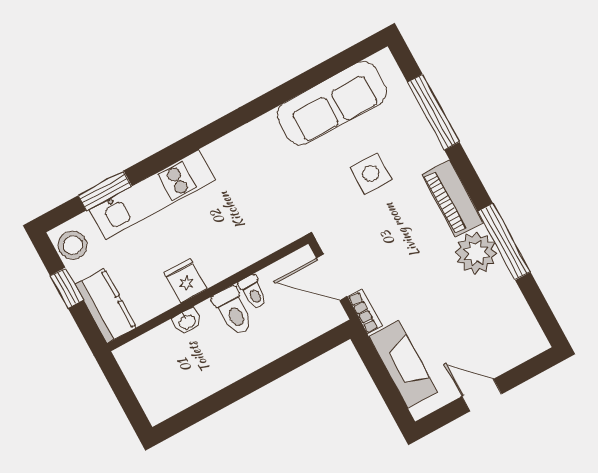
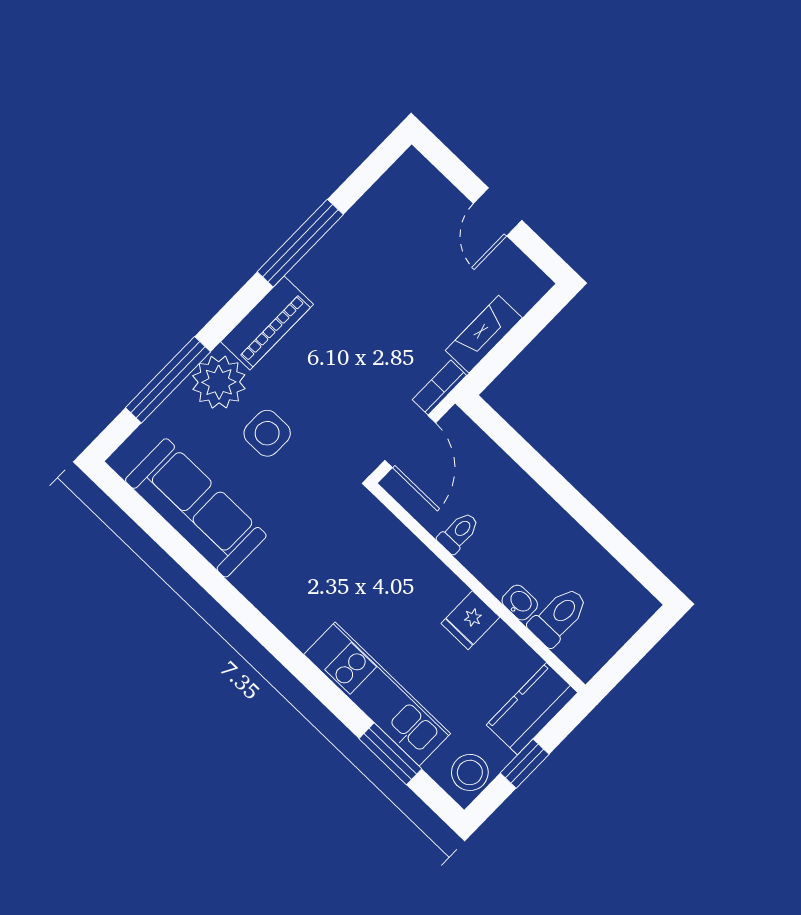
plant: (476, 253) -> (219, 382), moved
toilet: (233, 311) -> (558, 617), moved
fireplace: (403, 364) -> (484, 334), width x0.73, depth x0.76

